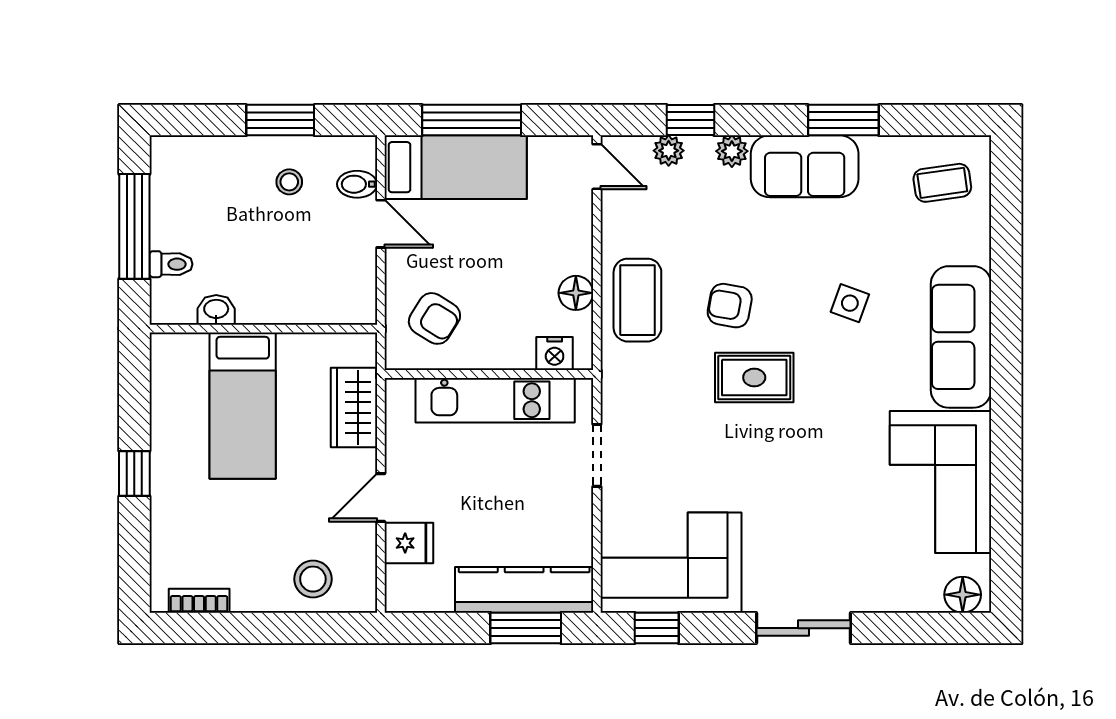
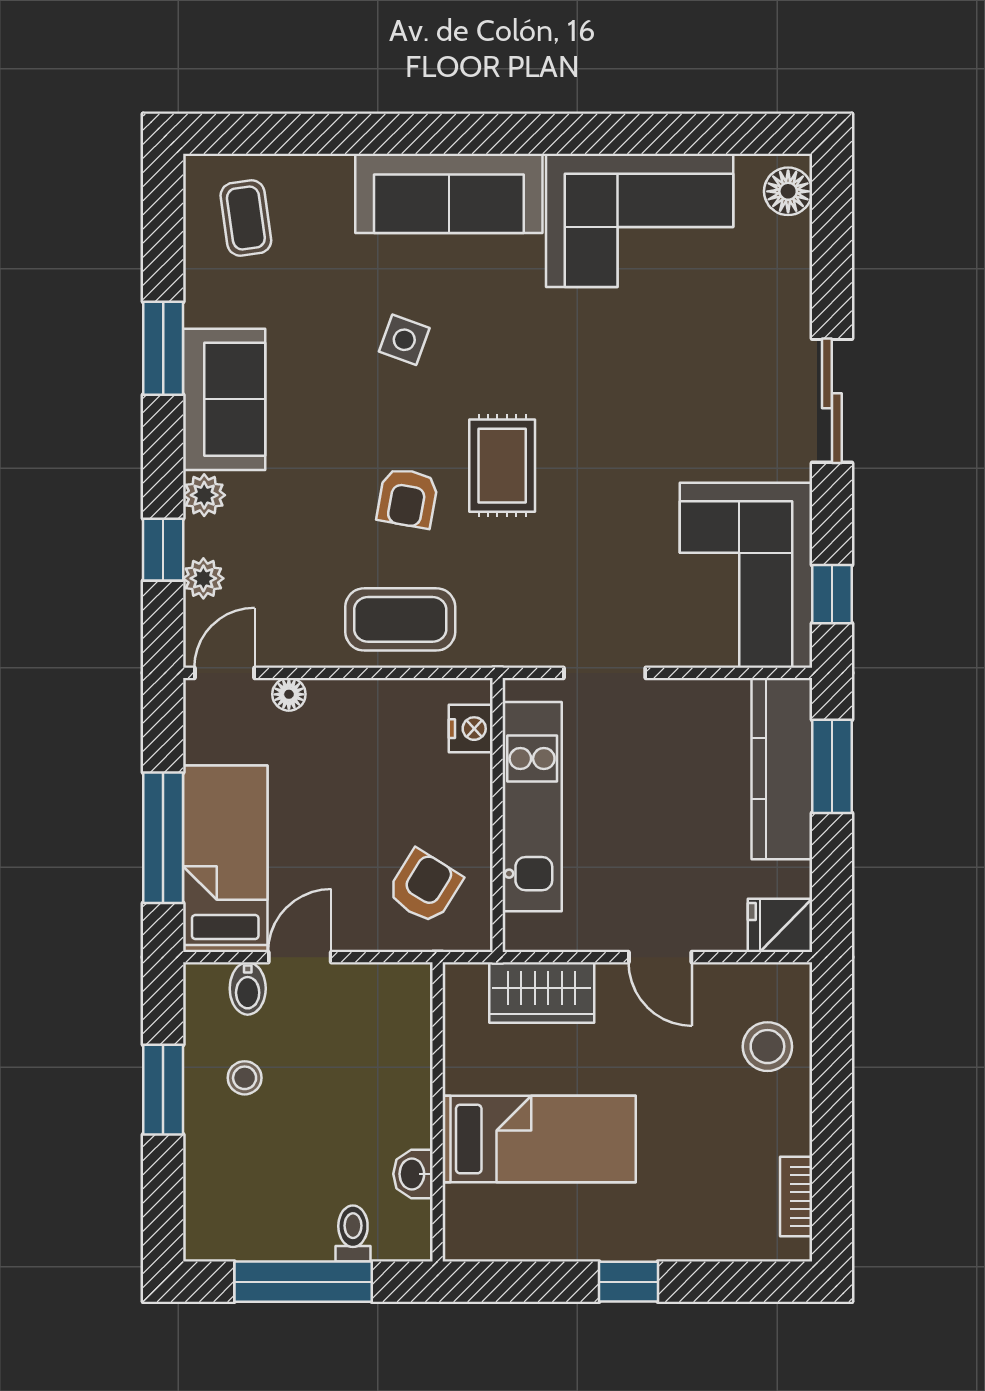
floor lamp: (576, 293) -> (289, 694), moved, width x0.73, depth x0.73
fridge: (409, 543) -> (780, 925), moved, turned -90

